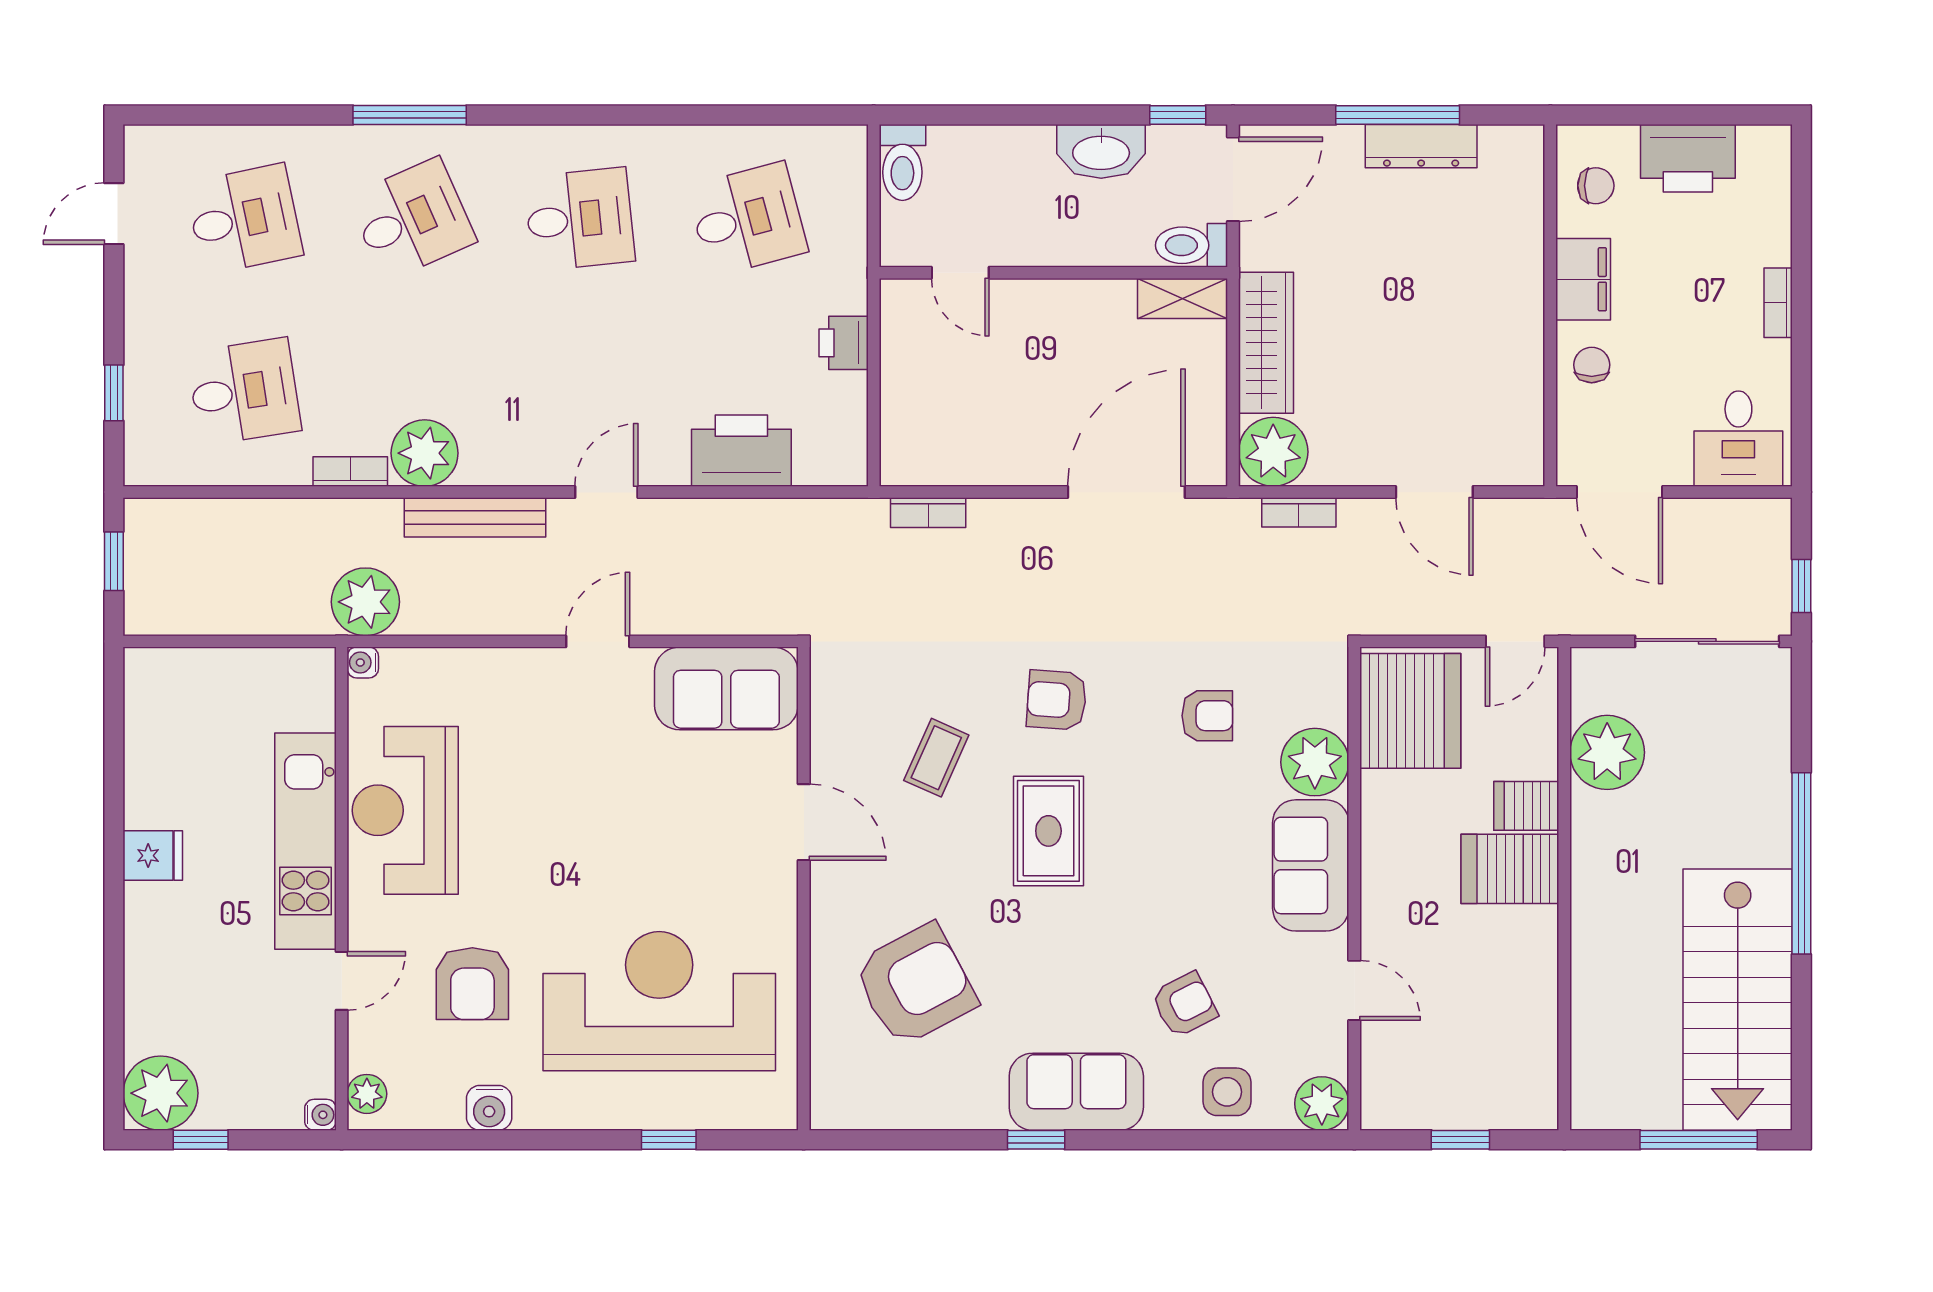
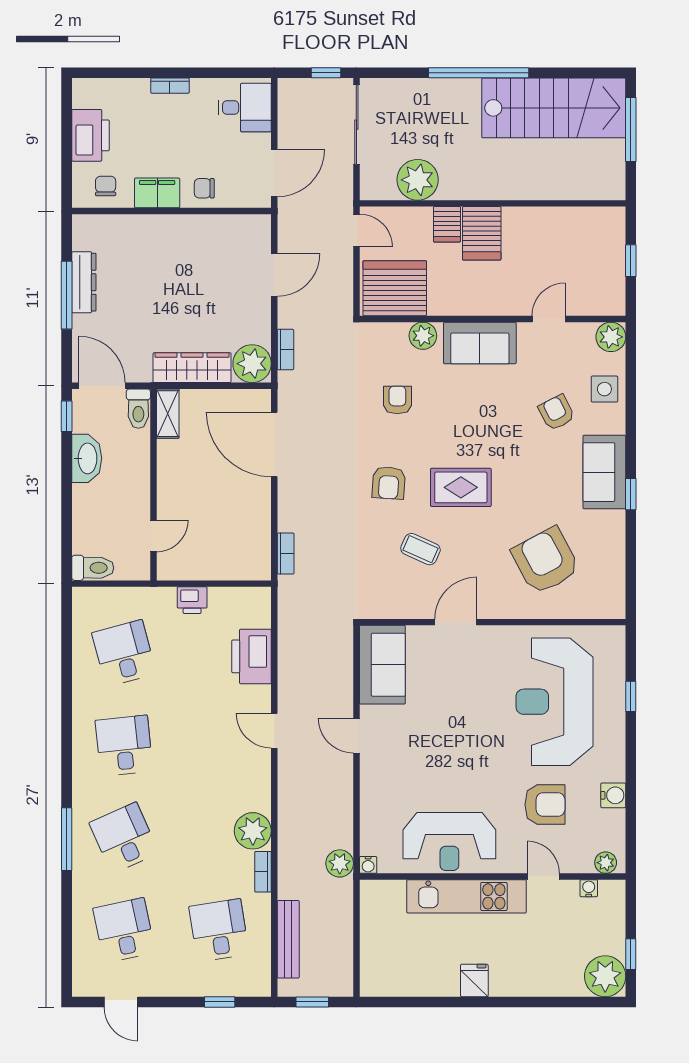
bench: (475, 517) -> (288, 939), moved
plant: (365, 602) -> (340, 863), width x0.73, depth x0.73
plant: (1315, 762) -> (423, 336), width x0.73, depth x0.73
water cooler: (320, 1115) -> (589, 888), moved

